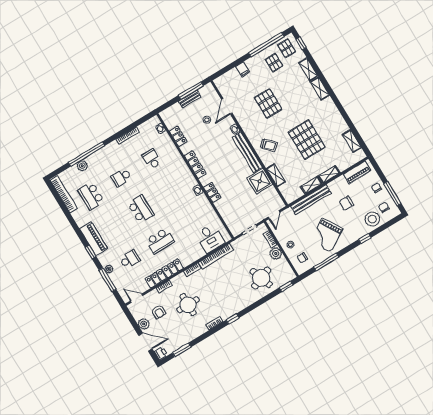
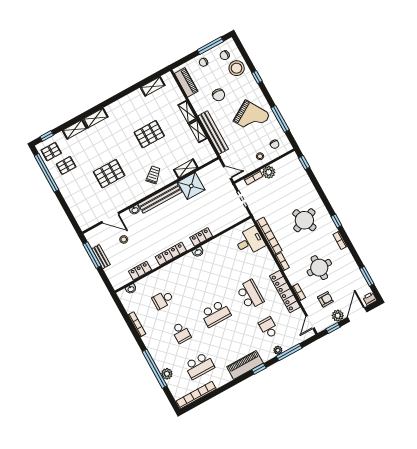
filing cabinet: (243, 69) -> (72, 199), removed
pallet: (307, 140) -> (149, 134), width x0.73, depth x0.71
school desk: (141, 209) -> (216, 314), turned 180
round table: (261, 278) -> (304, 220), moved
window: (132, 320) -> (333, 328), added

